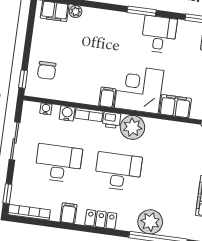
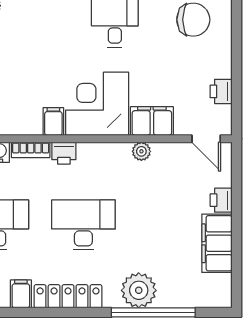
plant: (132, 127) -> (141, 151), moved, width x0.53, depth x0.53
locker: (101, 219) -> (68, 296), width x1.53

